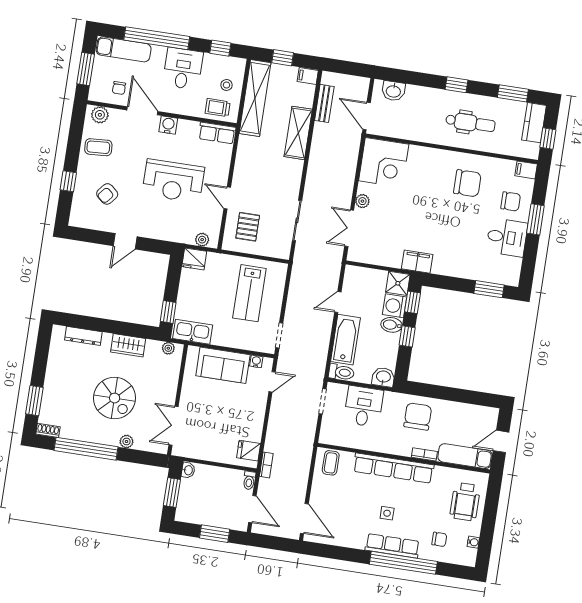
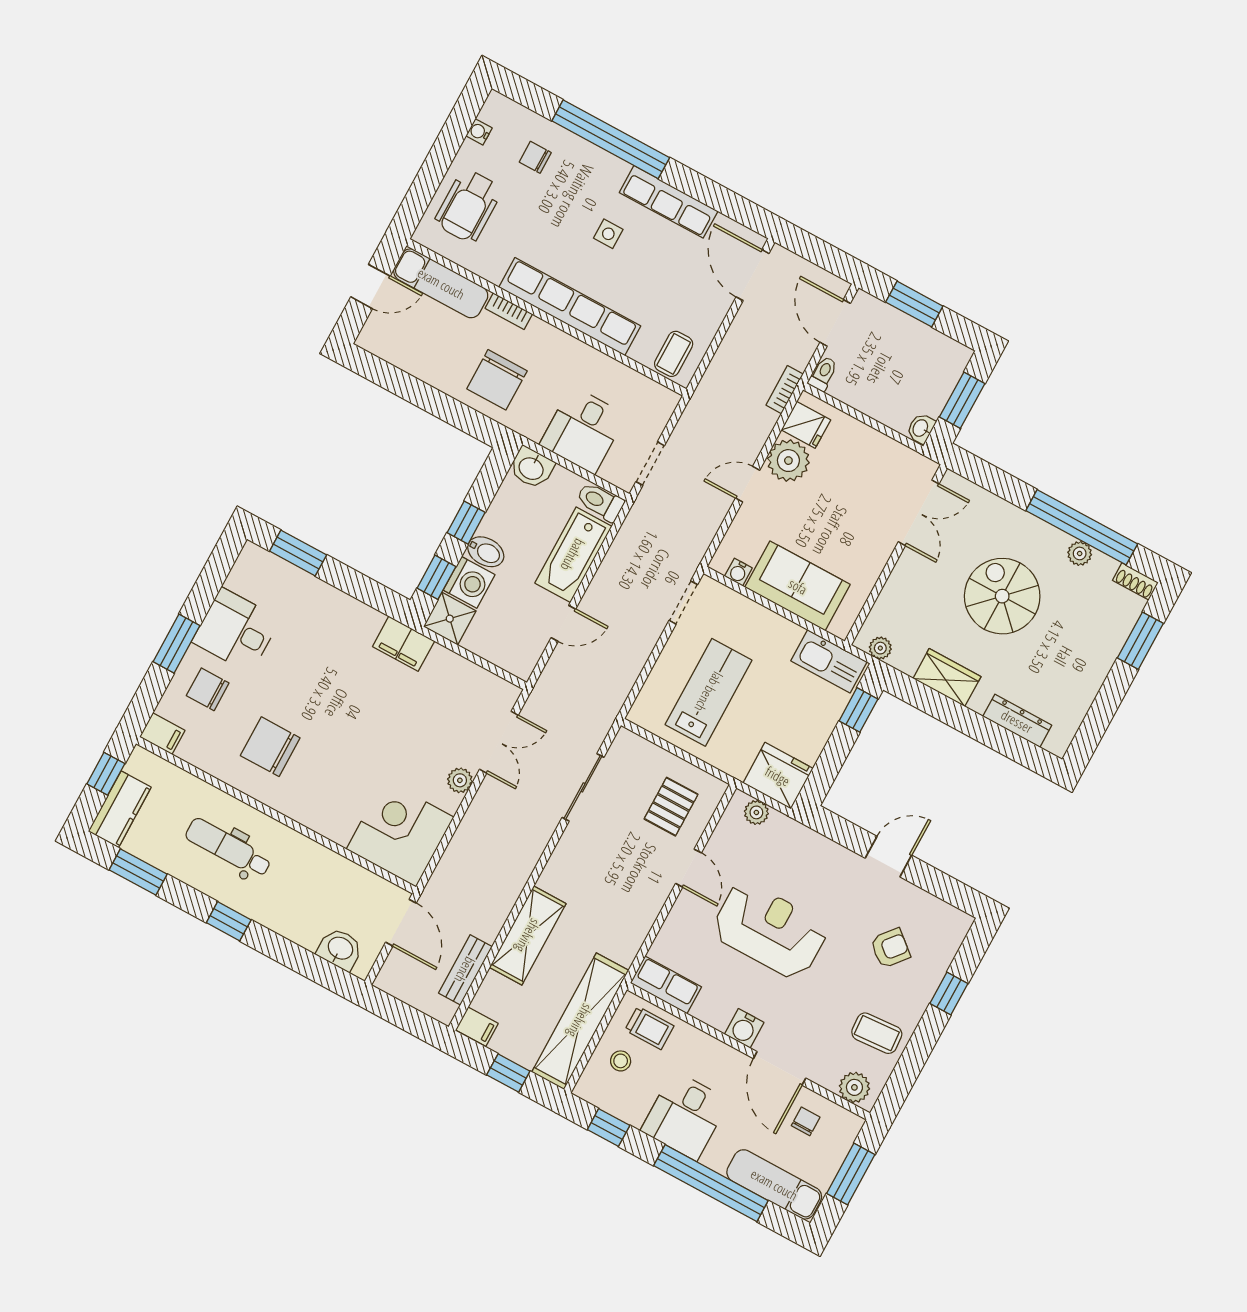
fridge: (194, 259) -> (778, 776), width x1.36, depth x1.34
door: (272, 382) -> (748, 484), moved
plant: (251, 429) -> (788, 461), added
plant: (126, 441) -> (1080, 553), moved
wheelchair: (465, 502) -> (468, 206), turned 180
row of seats: (392, 546) -> (669, 202), moved

